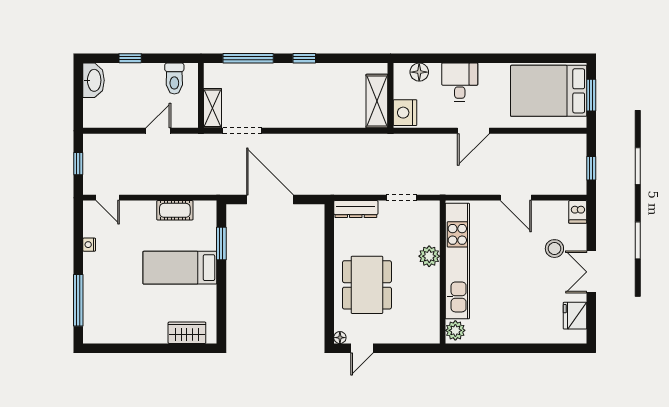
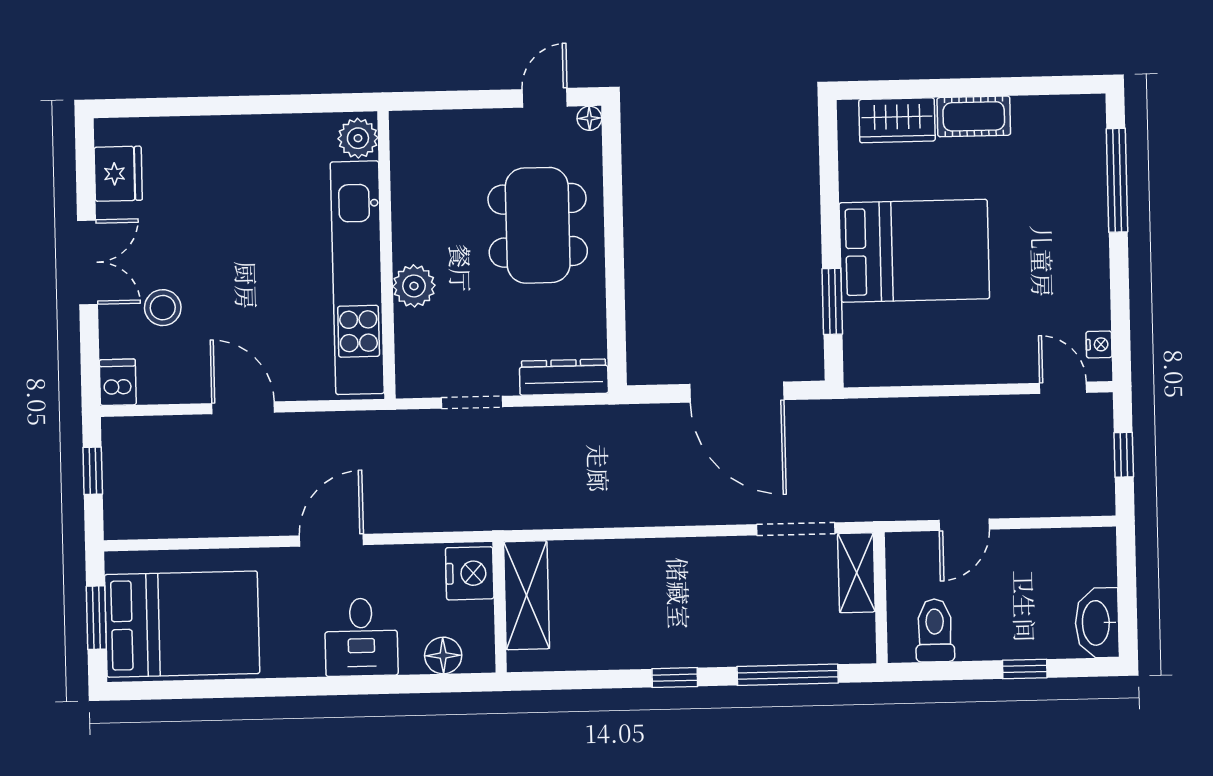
cot: (175, 210) -> (974, 116), moved
nightstand: (89, 245) -> (1099, 344), moved
bed: (180, 268) -> (914, 251), width x1.50

